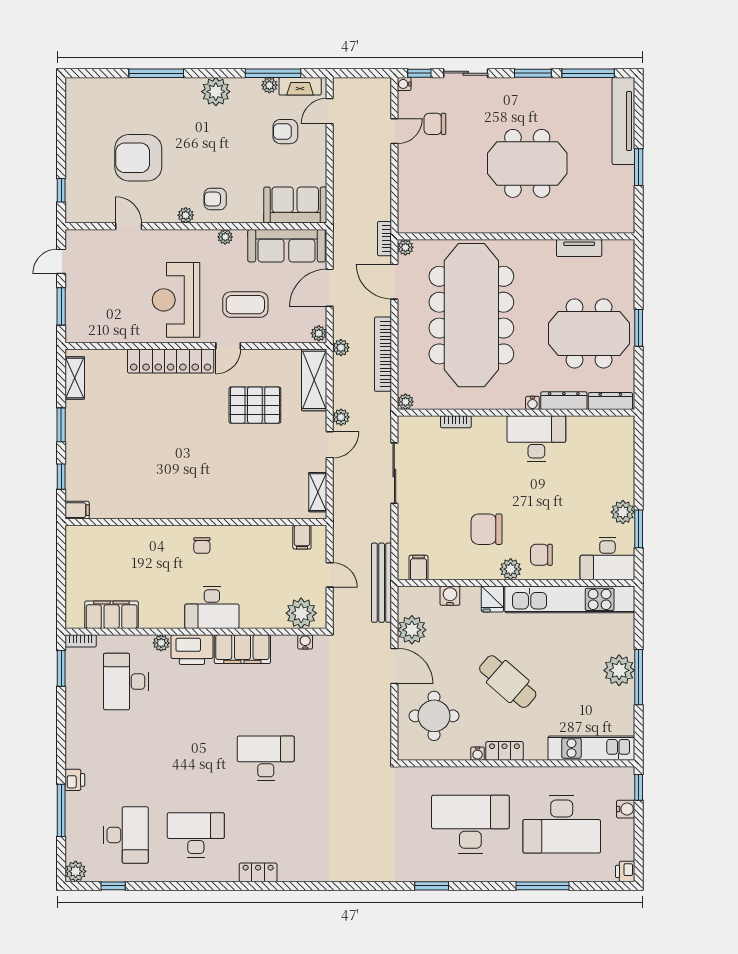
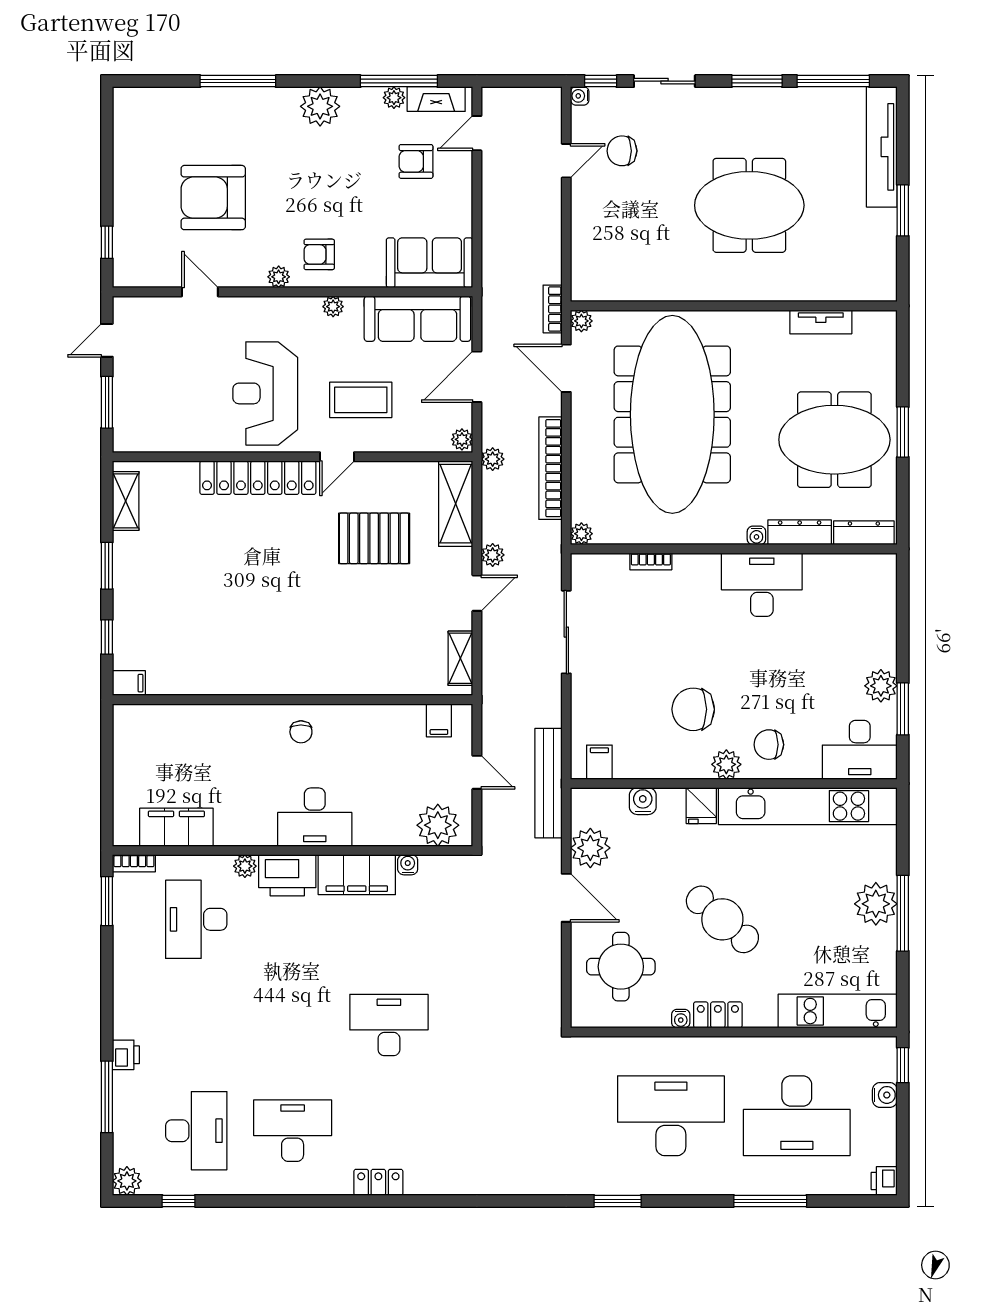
water cooler: (305, 642) -> (408, 865), moved

